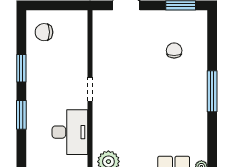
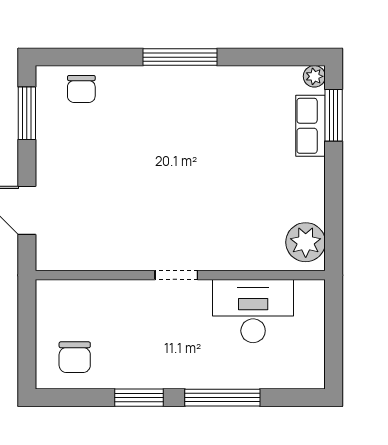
chair: (174, 51) -> (81, 89), moved, turned -90
window: (21, 115) -> (222, 398), width x1.44

